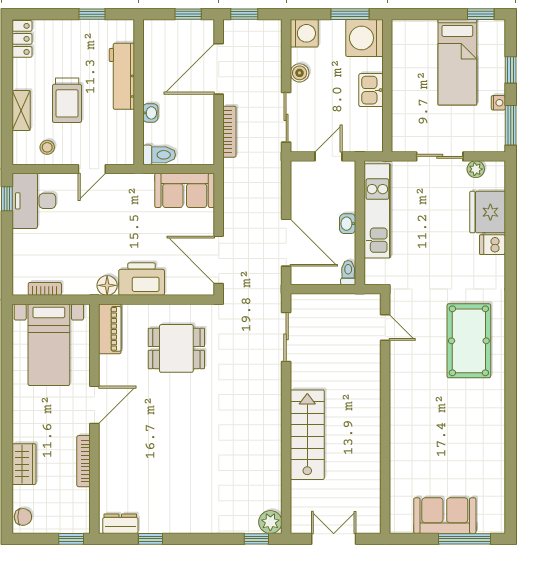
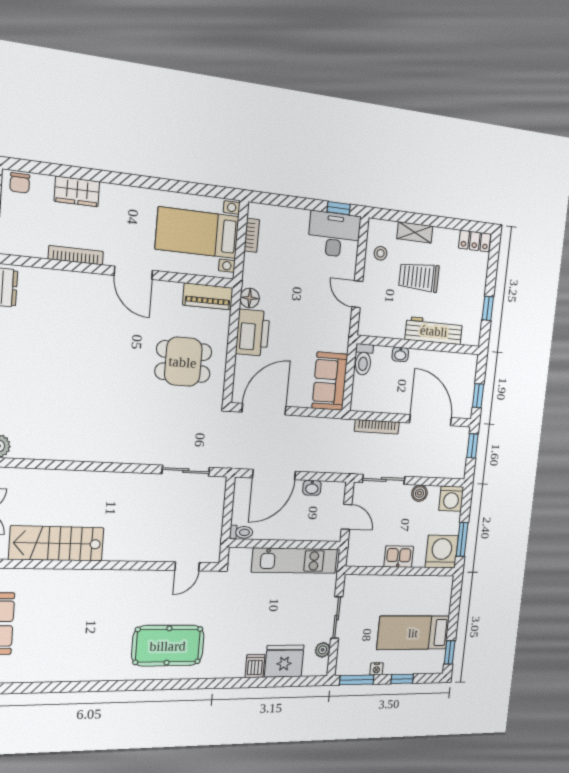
washbasin: (348, 224) -> (312, 488), moved, turned 180
dining table: (176, 348) -> (183, 362), turned 90
stairs: (307, 435) -> (57, 543), moved, turned 180

